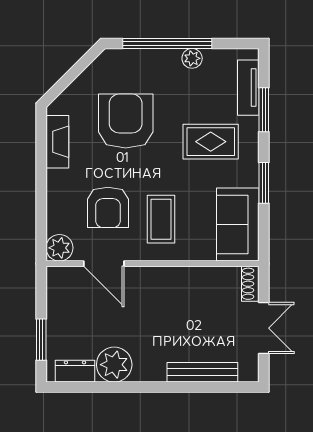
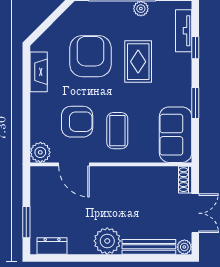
window: (264, 110) -> (195, 48), width x0.67
rug: (211, 142) -> (138, 62), moved, turned 90
armchair: (108, 207) -> (77, 122), turned -90
plant: (114, 365) -> (107, 241), moved
plant: (249, 372) -> (184, 247), added

